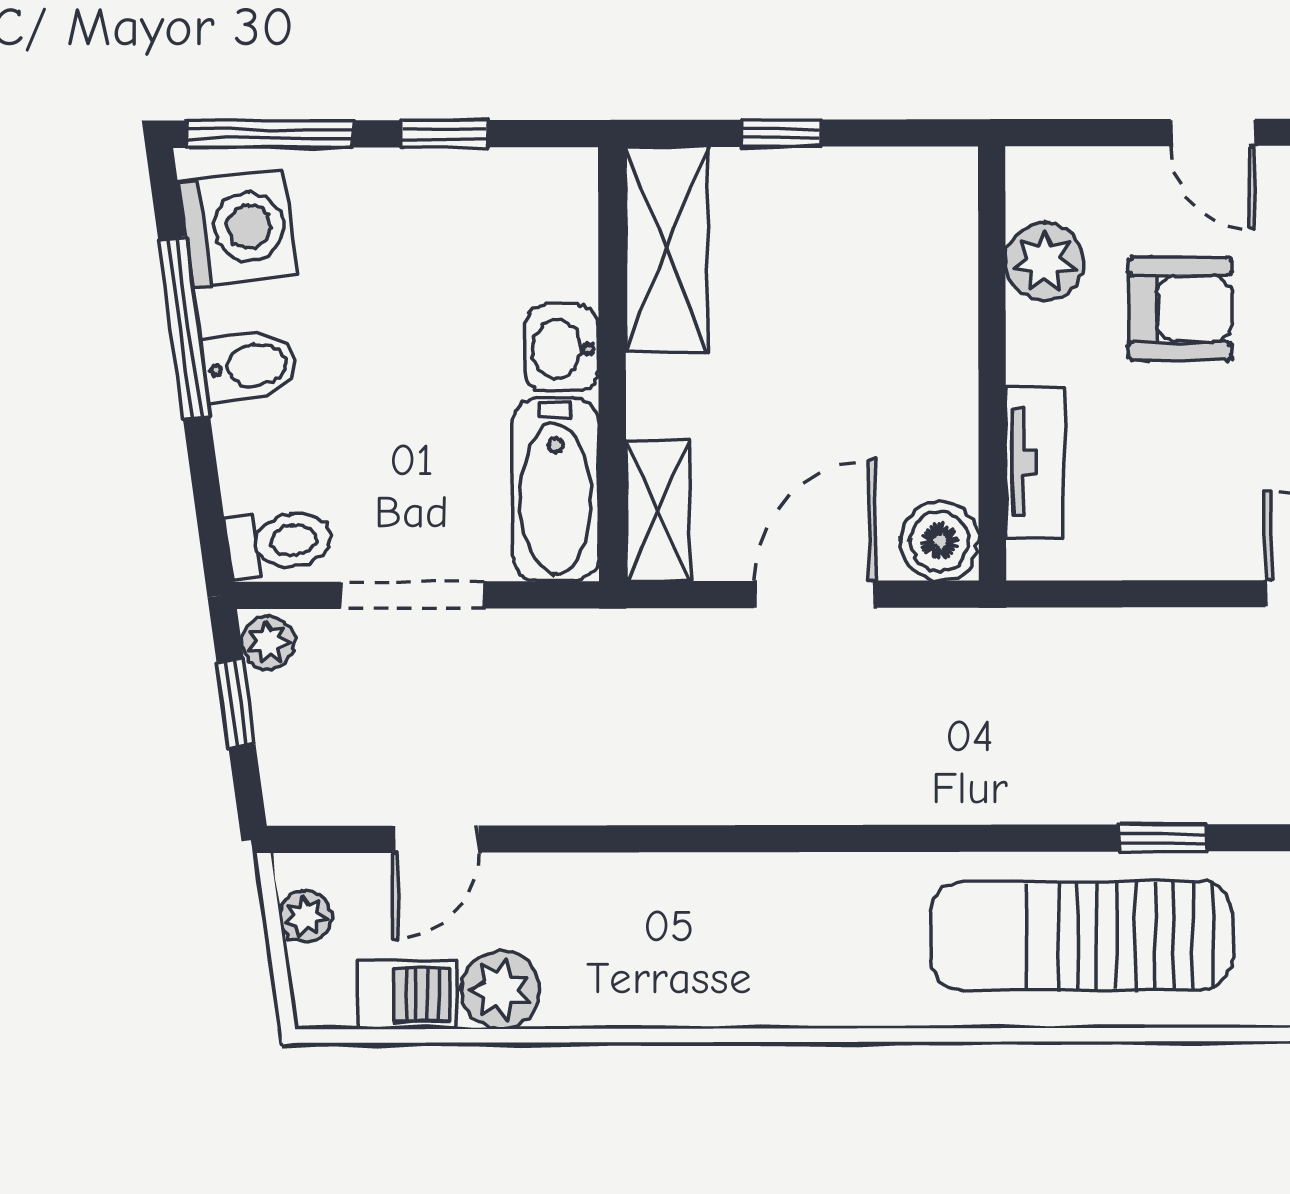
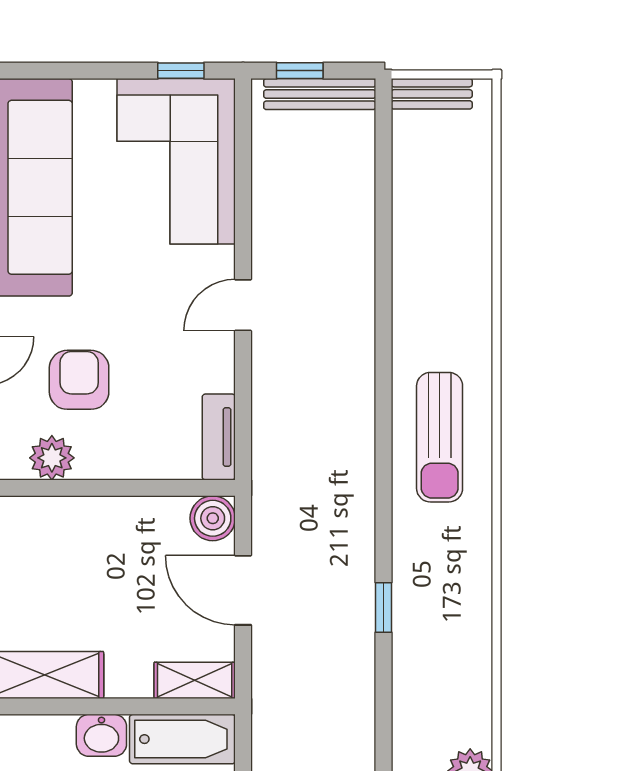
tv unit: (1034, 462) -> (219, 437), moved, turned -90
window: (1163, 838) -> (383, 607), moved
sun lounger: (1081, 936) -> (440, 437), width x0.73, depth x0.75

